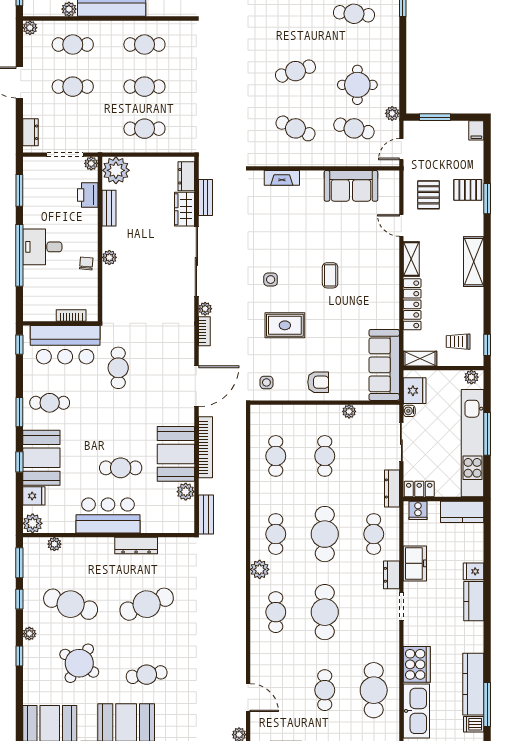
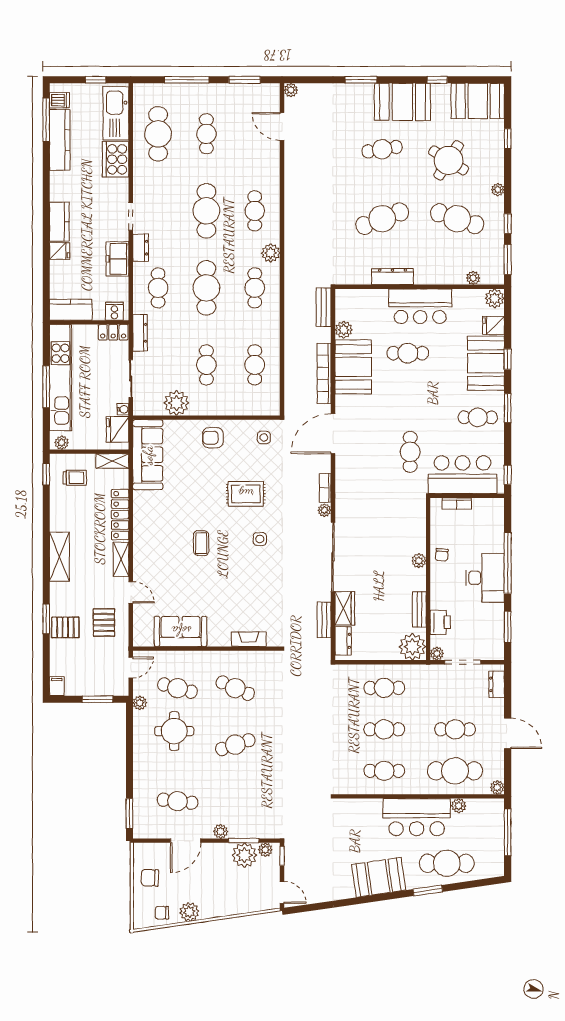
cafe table: (73, 45) -> (455, 771), width x1.37, depth x1.35
desk: (42, 247) -> (485, 578), width x1.37
plant: (349, 411) -> (176, 403), width x1.87, depth x1.87
window: (19, 656) -> (508, 139), moved

